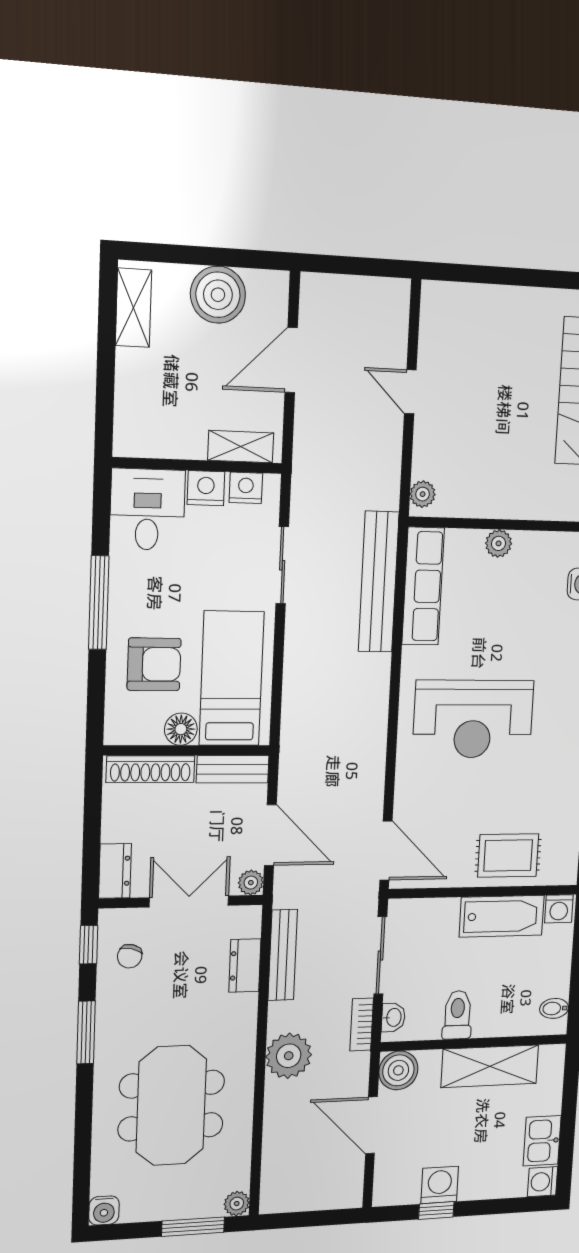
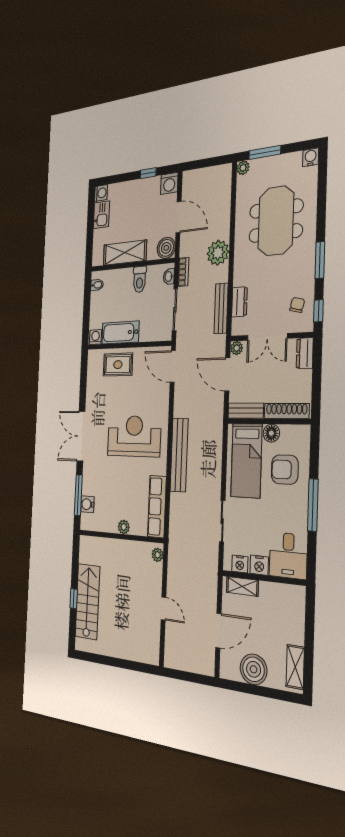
bench: (379, 582) -> (179, 455), moved
washing machine: (440, 1185) -> (169, 183), moved

